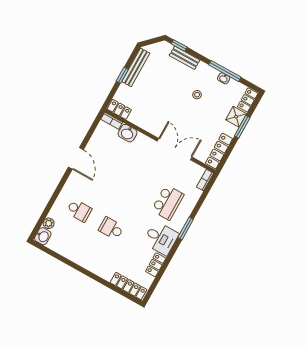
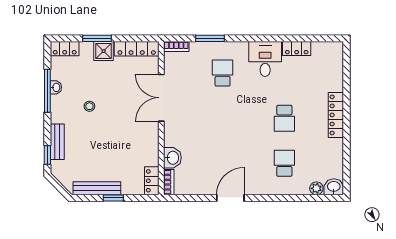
shower: (236, 117) -> (104, 51), moved
school desk: (168, 202) -> (223, 73), width x0.54
window: (186, 228) -> (210, 38), moved
locker: (128, 286) -> (336, 115), moved

